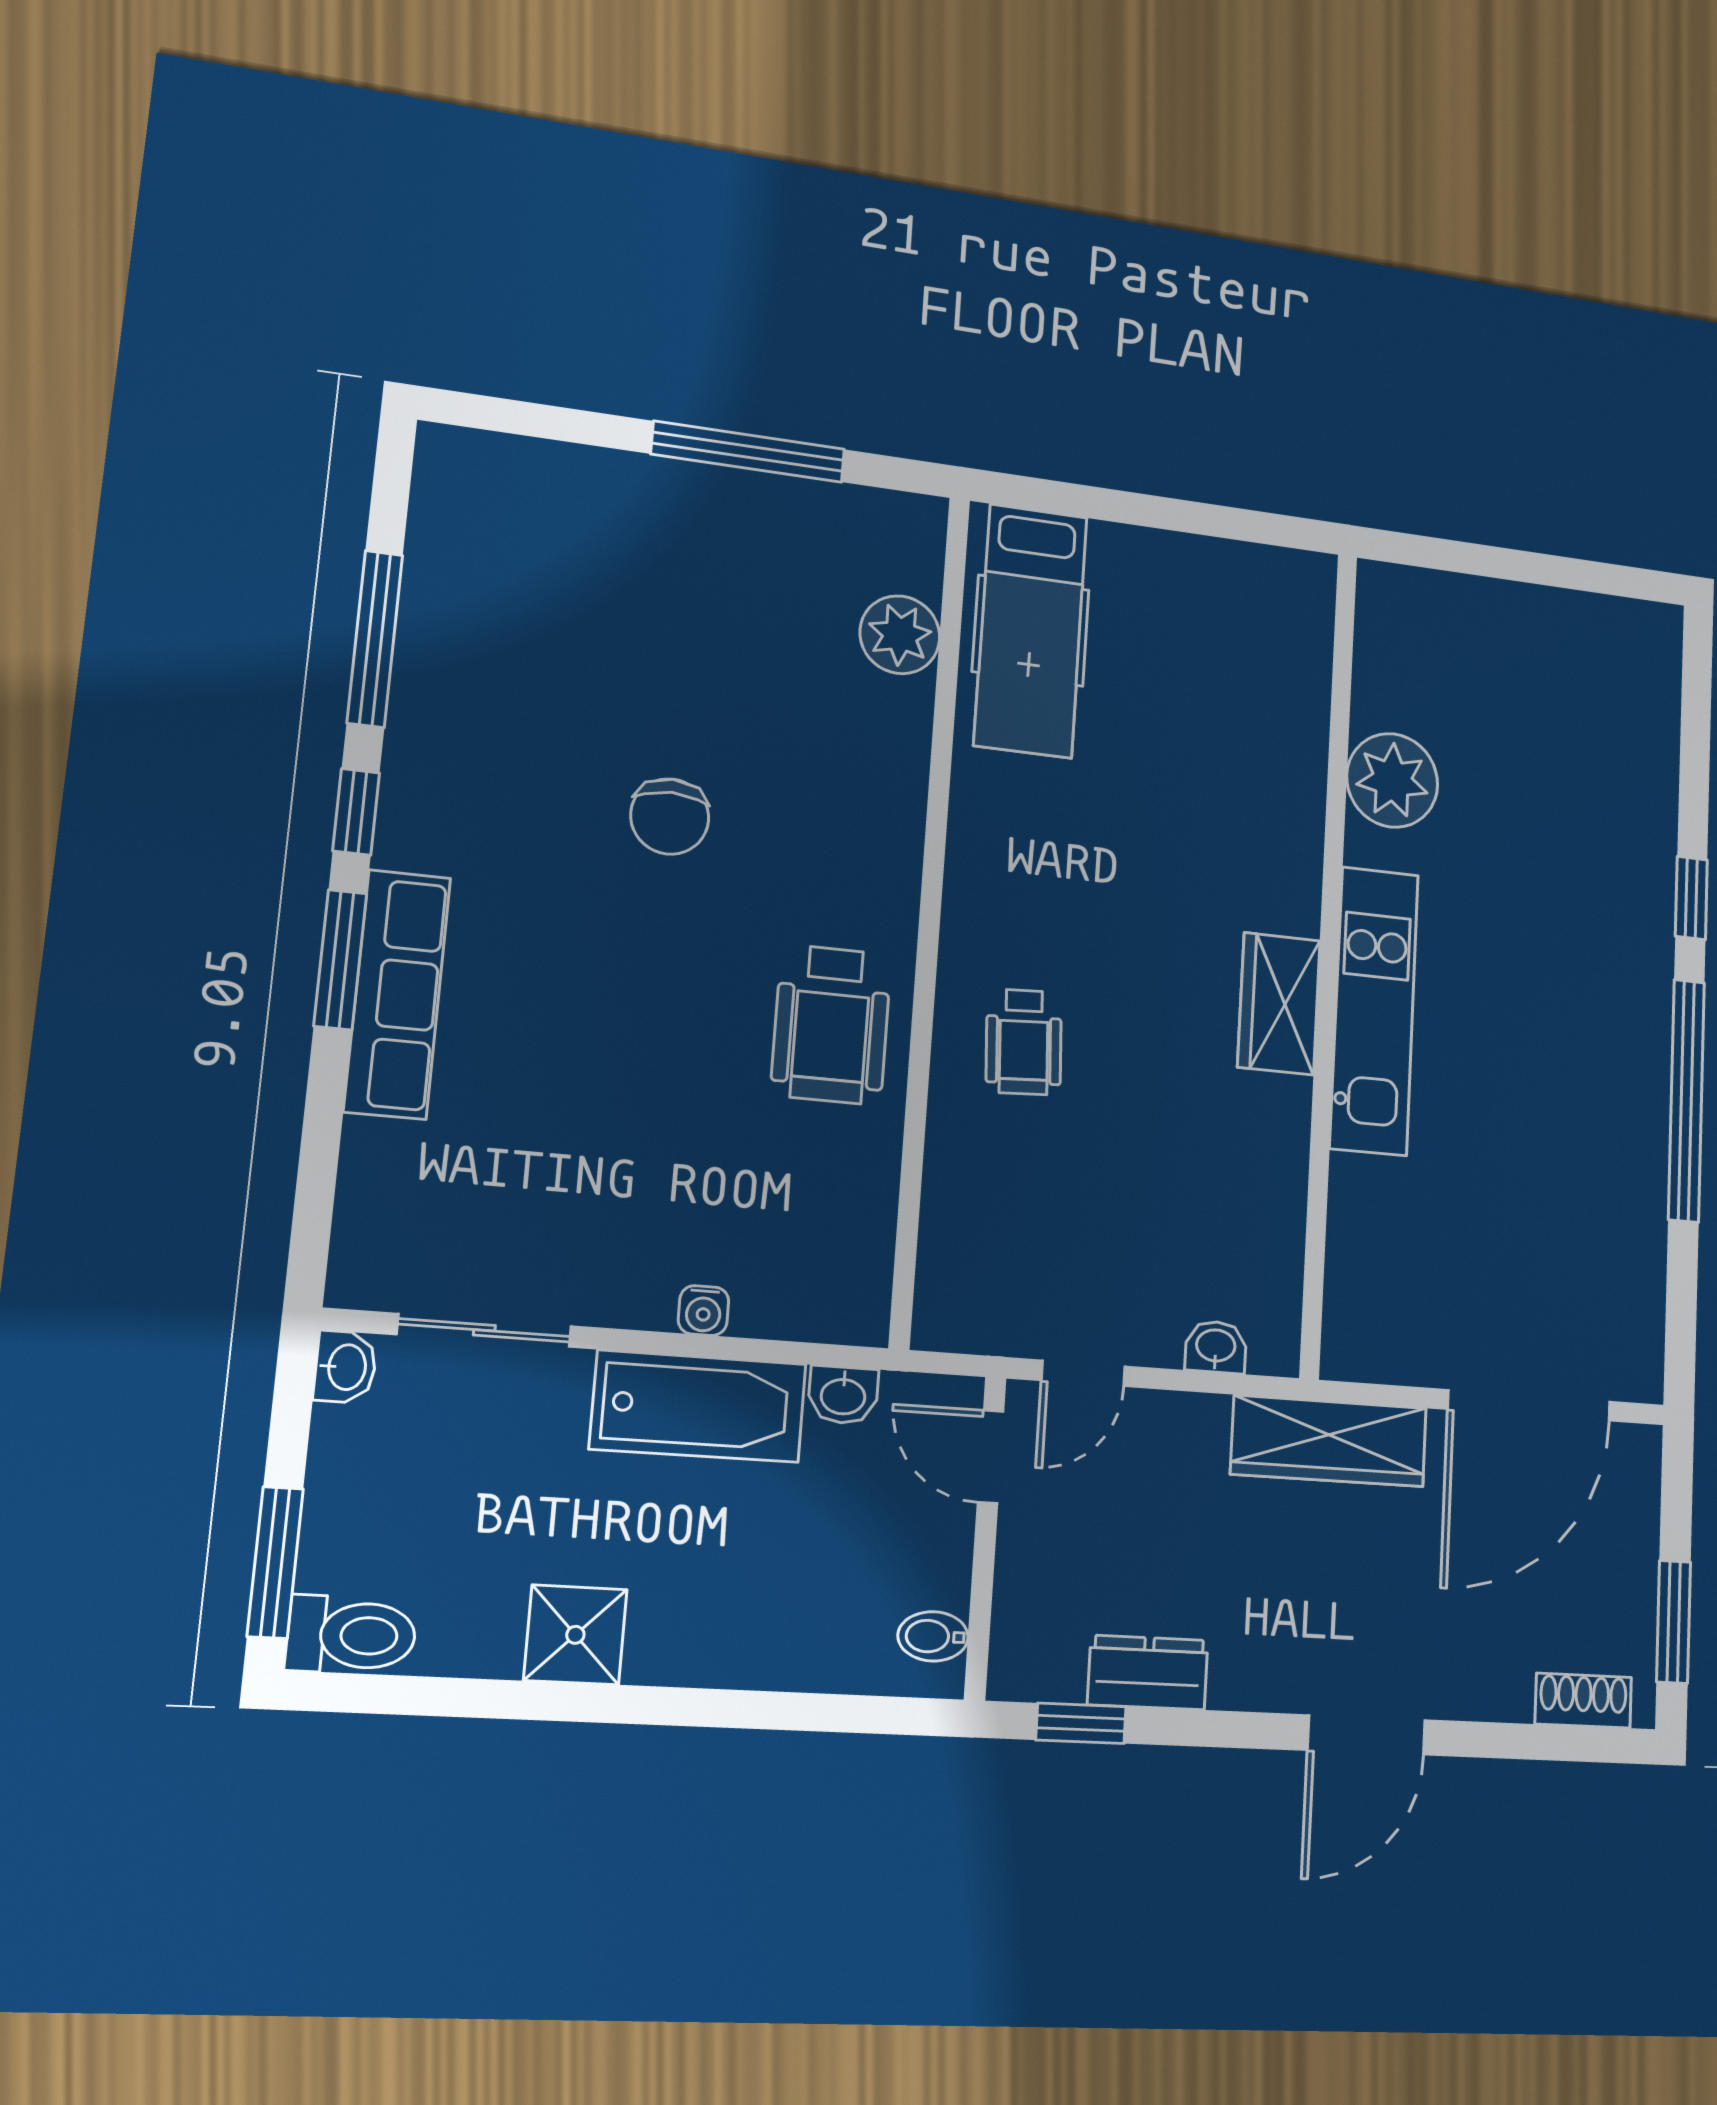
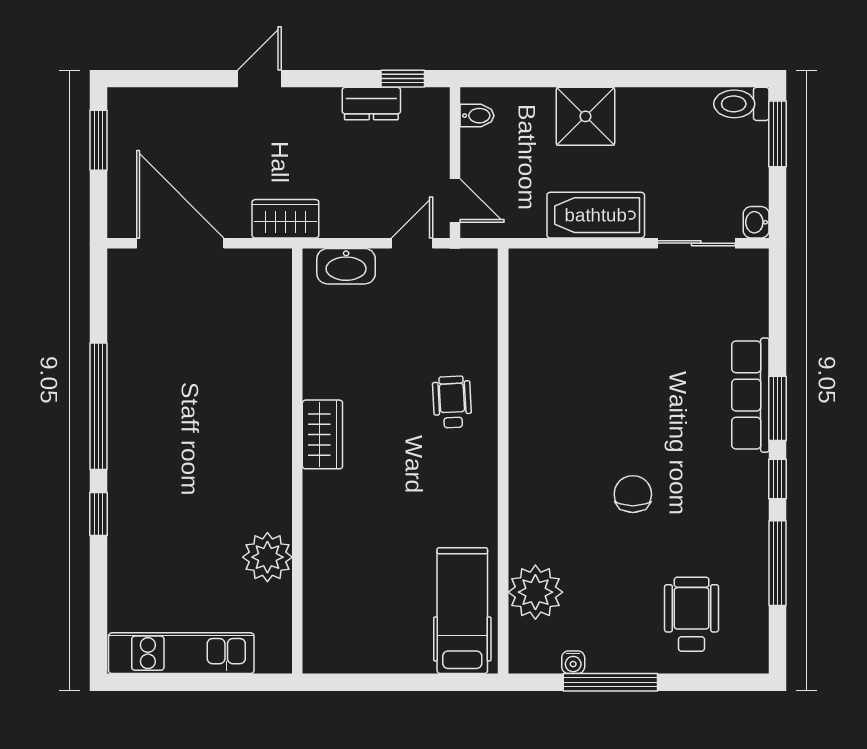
plant: (900, 635) -> (535, 592), width x1.36, depth x1.36
kitchen unit: (1374, 1011) -> (181, 653), moved, turned 90
wheelchair: (831, 1025) -> (692, 614), moved
water cooler: (703, 1311) -> (573, 662), moved, turned 180
washbasin: (1216, 1347) -> (346, 266), width x1.91, depth x1.45
washbasin: (843, 1395) -> (528, 225), removed
door: (1529, 1405) -> (180, 243), hinge flipped
wardrobe: (1329, 1441) -> (285, 219), width x0.67
shower: (575, 1635) -> (585, 116), moved, width x1.36, depth x1.36
shoe rack: (1583, 1701) -> (146, 100), removed
door: (1366, 1735) -> (259, 79), width x0.73

